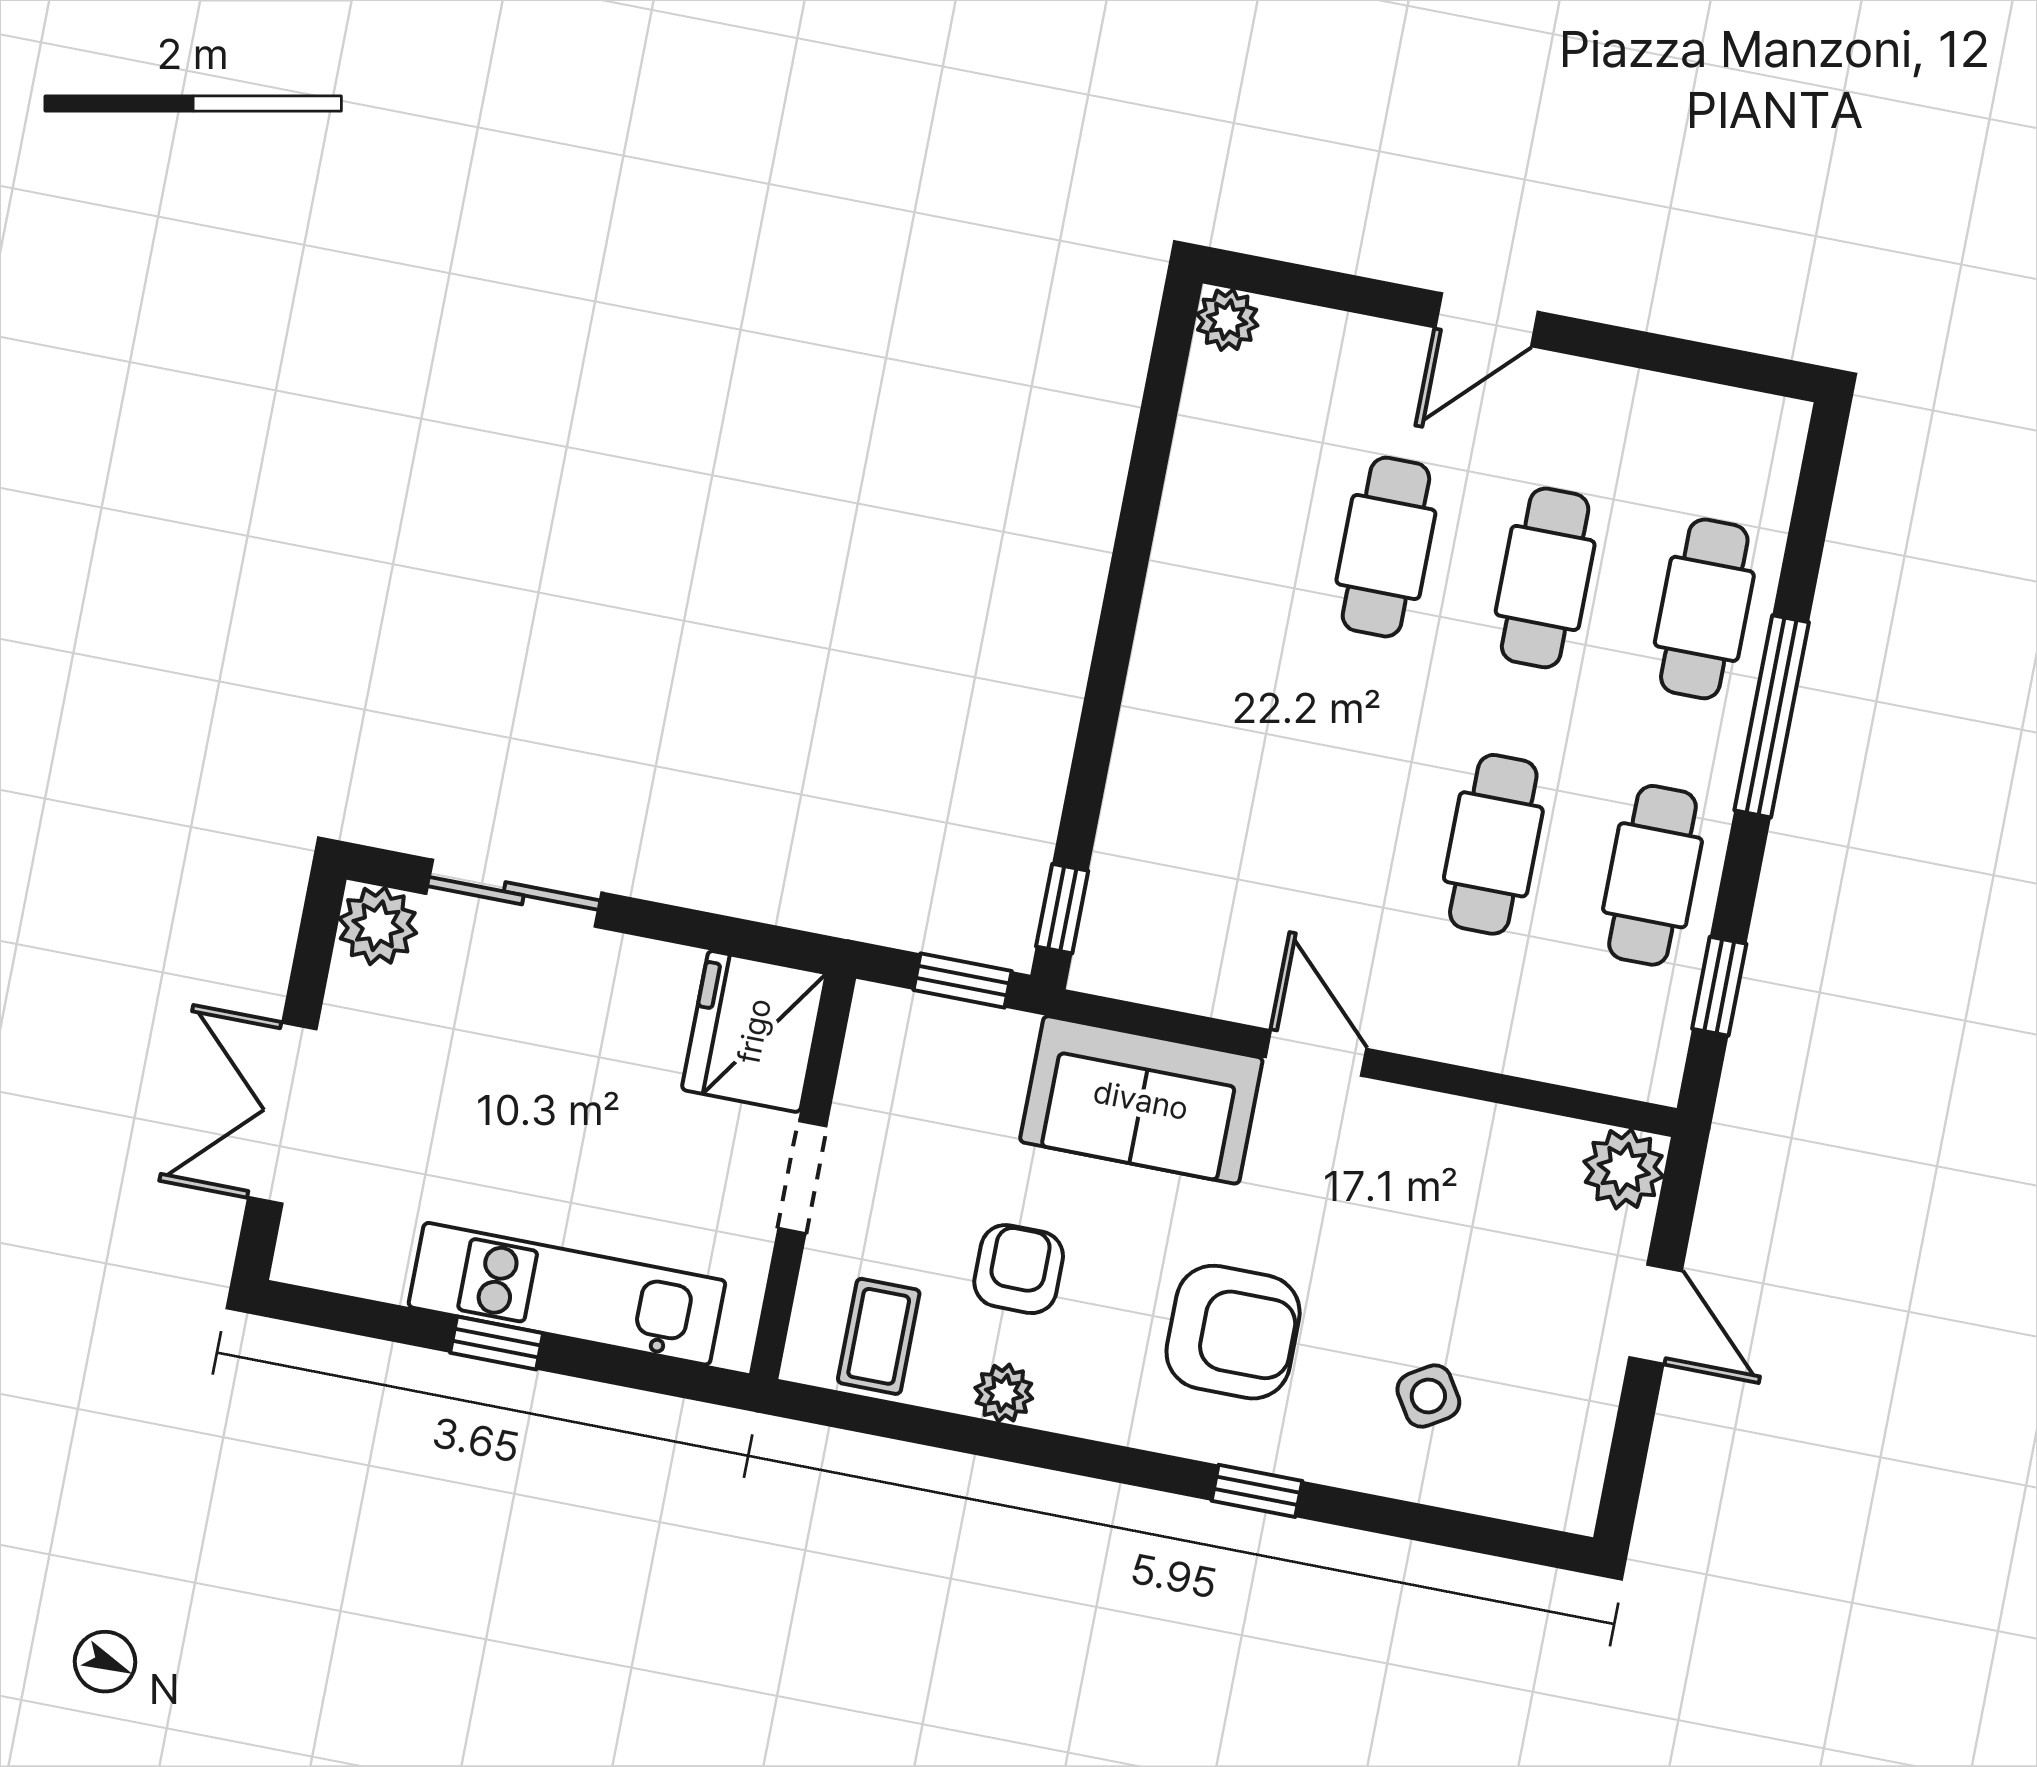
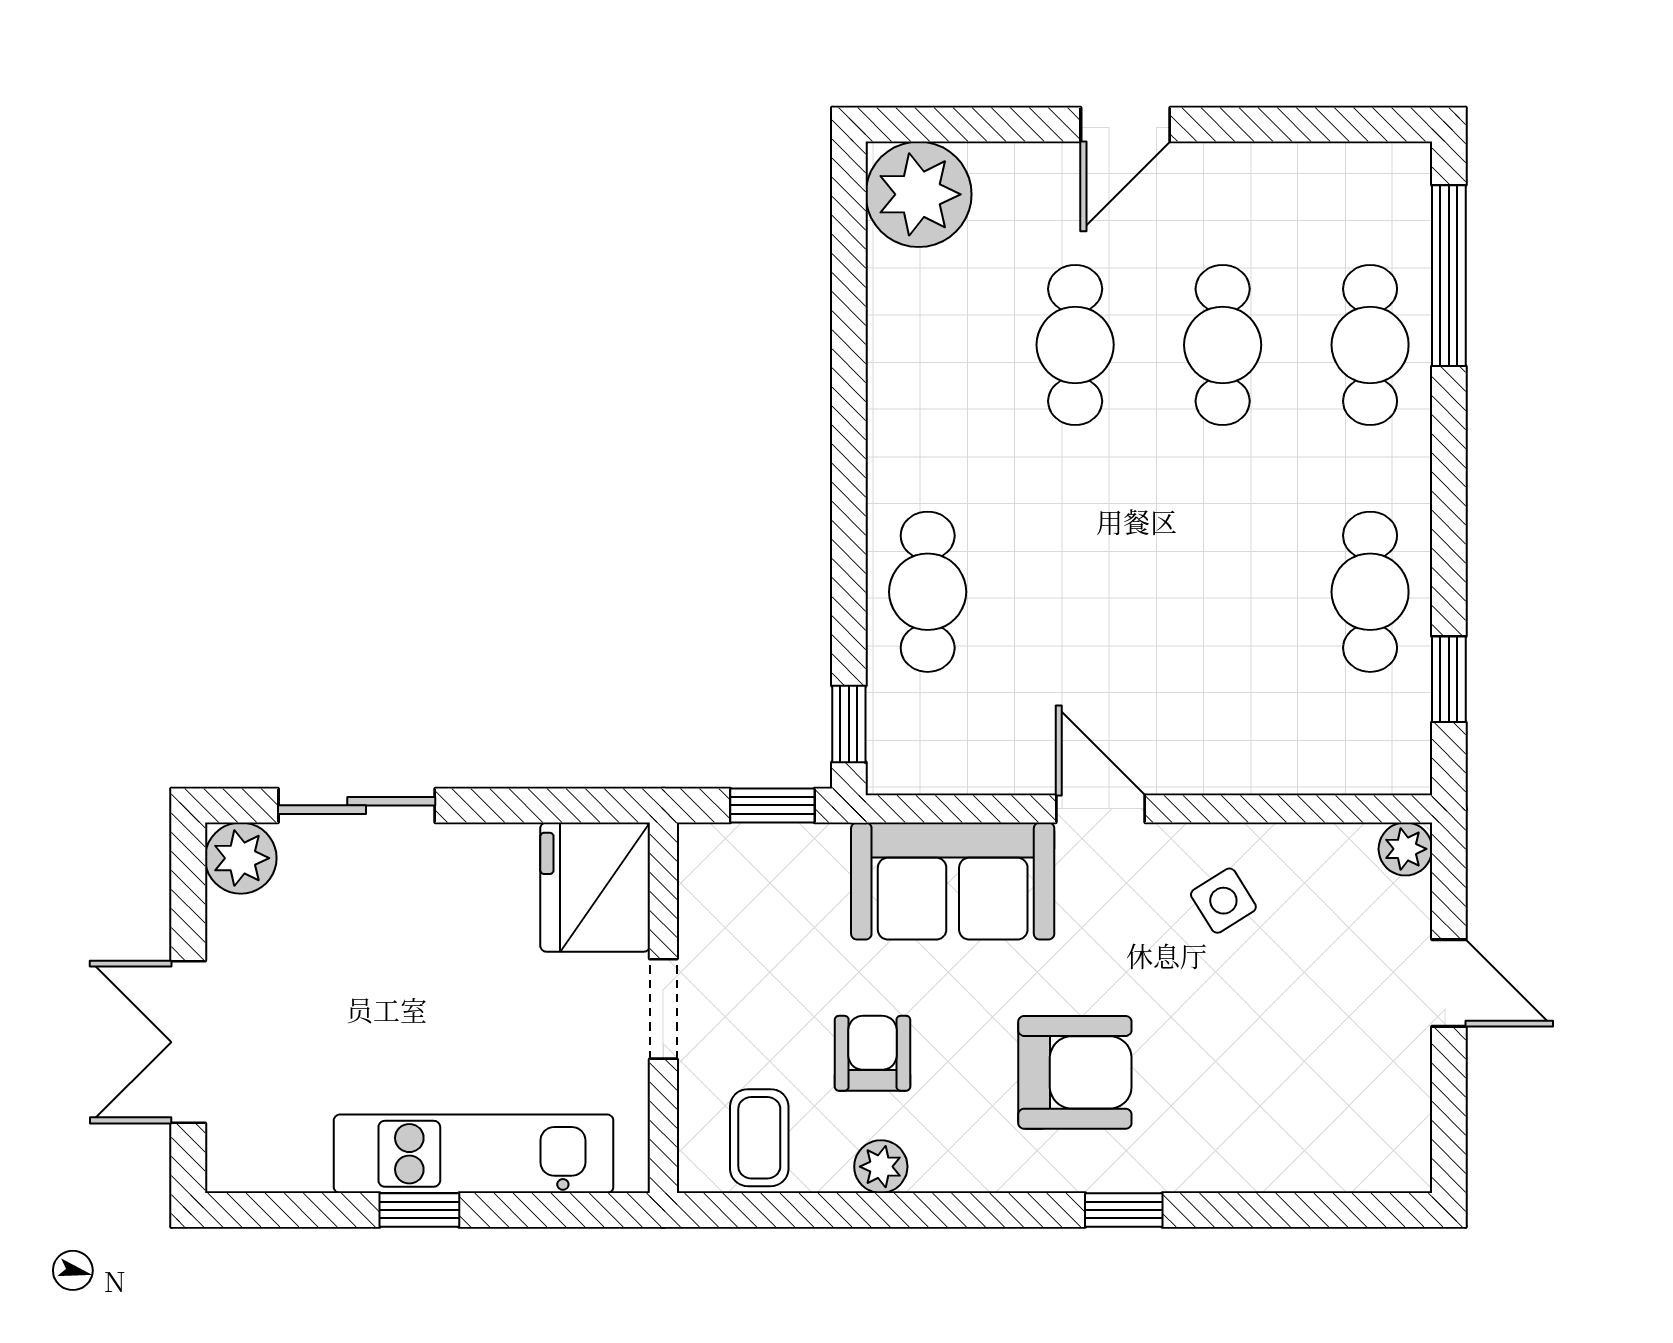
plant: (1227, 320) -> (919, 194), width x1.87, depth x1.87
window: (1772, 716) -> (1449, 276), moved
cafe table: (1493, 844) -> (928, 592), moved
plant: (1624, 1169) -> (1405, 849), width x0.73, depth x0.73
side table: (1428, 1396) -> (1223, 901), moved

